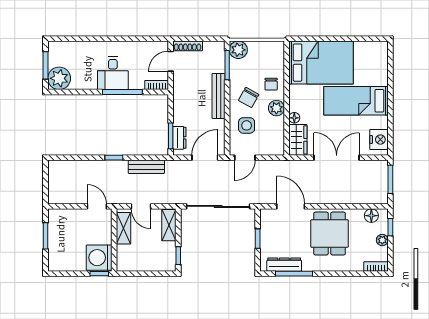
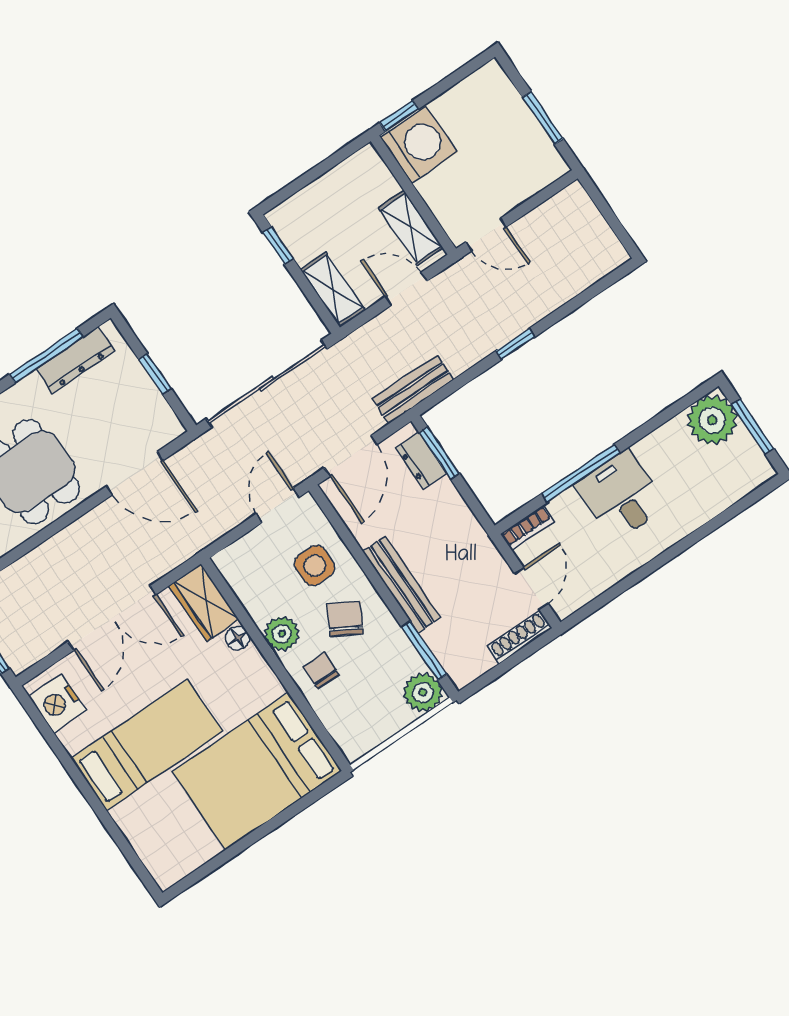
bench: (146, 167) -> (413, 389), moved

